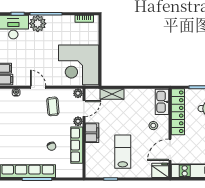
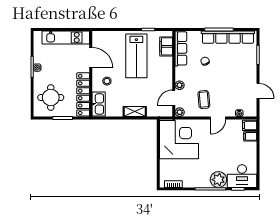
door: (38, 87) -> (218, 118), hinge flipped
shelving: (112, 94) -> (135, 112), moved
filing cabinet: (92, 133) -> (166, 46), moved
row of seats: (77, 145) -> (181, 48), moved
door: (170, 150) -> (91, 58), hinge flipped
lab bench: (123, 152) -> (136, 56), width x1.36, depth x1.39
fridge: (160, 170) -> (100, 38), removed

